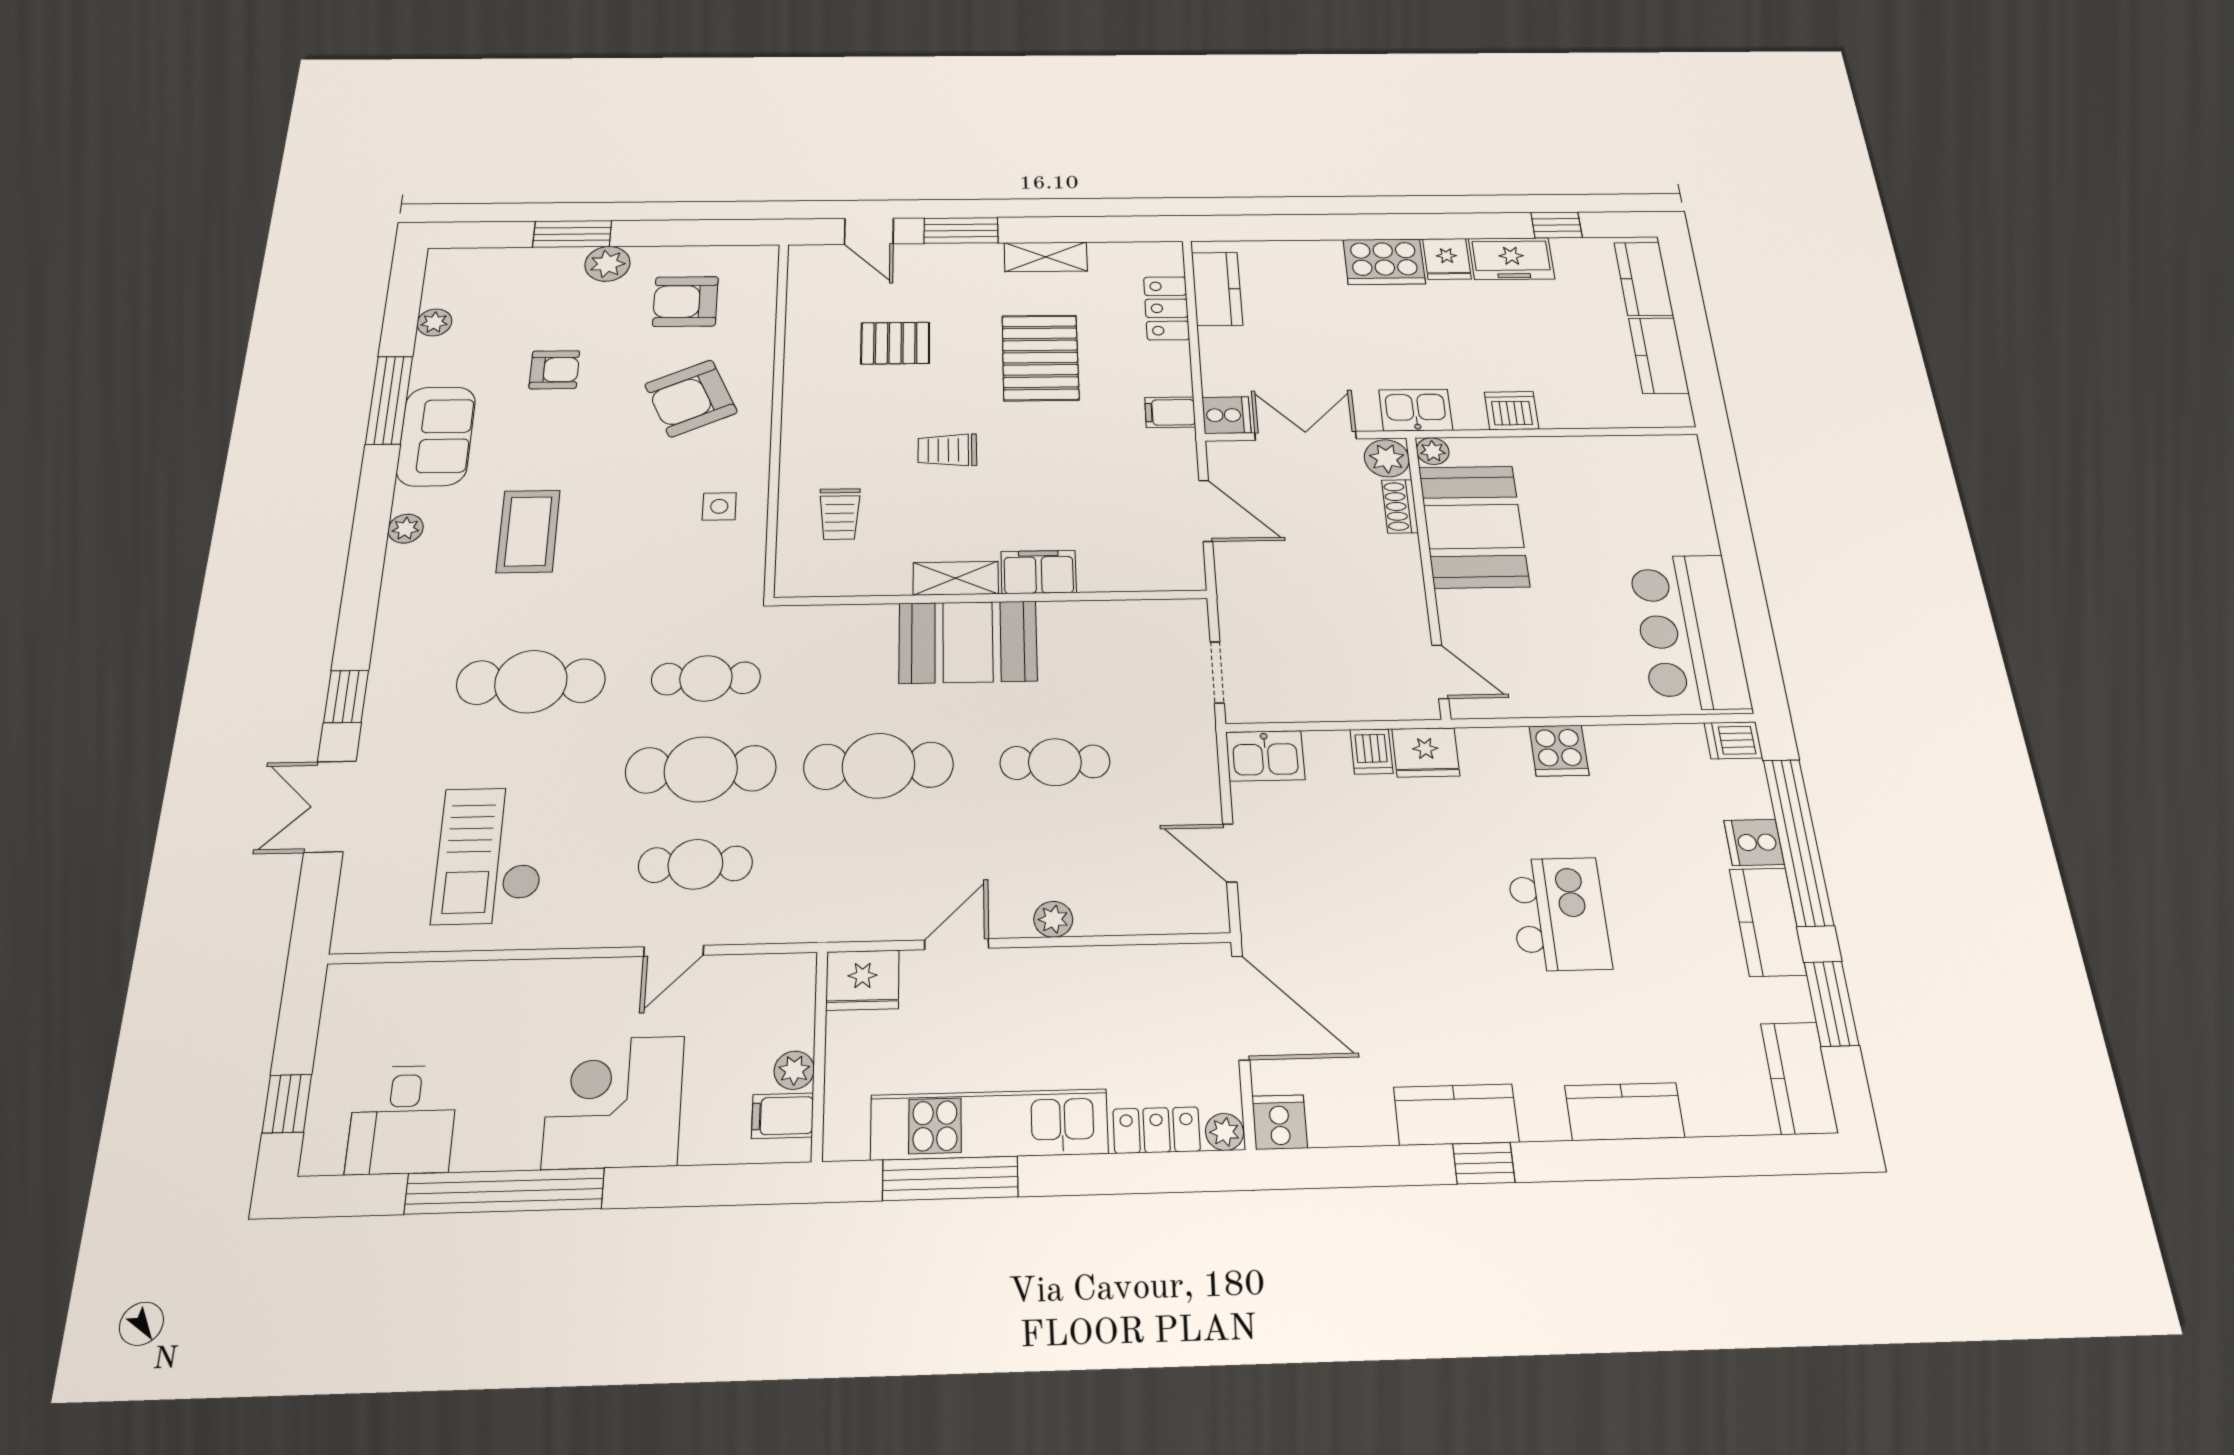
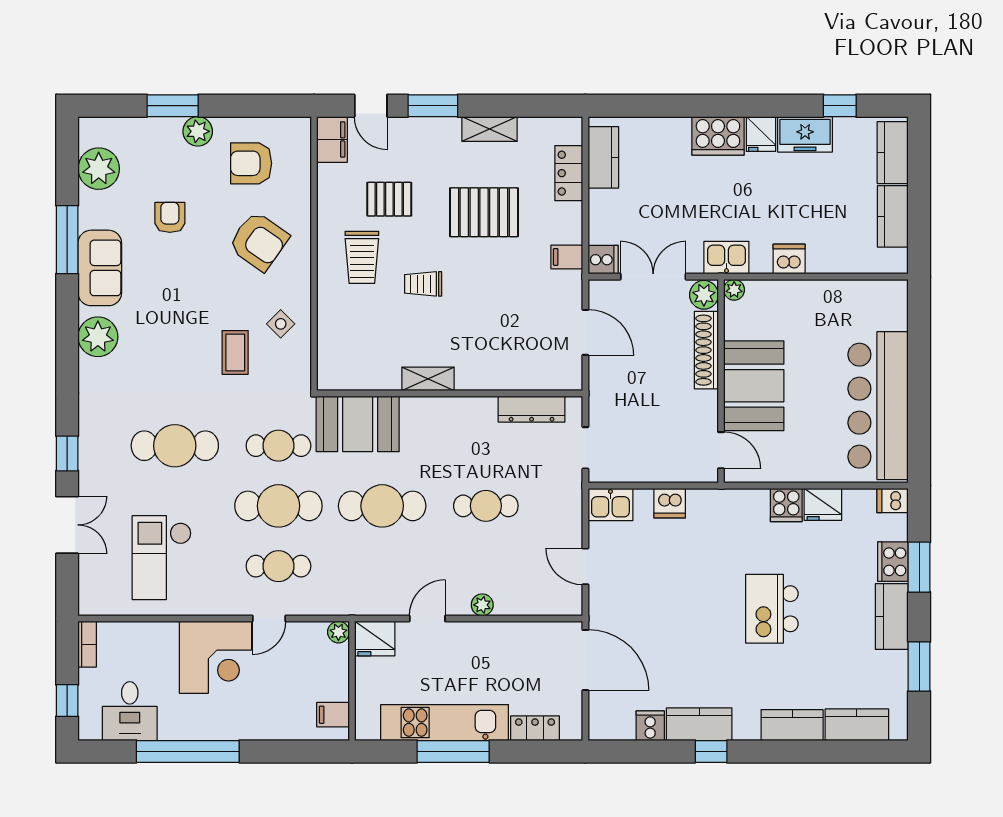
plant: (434, 322) -> (99, 169), width x1.88, depth x1.88
pallet: (1040, 358) -> (484, 212), turned 90
armchair: (554, 370) -> (170, 217), turned -90
armchair: (691, 398) -> (259, 241), turned -121
side table: (719, 506) -> (281, 324), turned 45
shoe rack: (1400, 506) -> (706, 350), width x1.94, depth x1.24
trolley: (840, 514) -> (362, 257), moved, width x1.36, depth x1.39
booth: (1474, 527) -> (754, 386), moved
plant: (406, 529) -> (98, 337), width x1.88, depth x1.88
coffee table: (528, 531) -> (235, 352), moved, width x0.73, depth x0.77
filing cabinet: (1039, 572) -> (332, 139), moved, turned 90
dresser: (1126, 618) -> (532, 409), added
bar counter: (1689, 632) -> (878, 406), width x1.36
booth: (968, 642) -> (358, 424), moved
dishwasher: (1371, 752) -> (670, 503), width x1.38
fridge: (1426, 752) -> (823, 504), moved
double door: (330, 806) -> (67, 525), swing flipped
cooker: (1754, 842) -> (893, 562), width x1.36
window: (1798, 842) -> (919, 567), width x0.47
kitchen island: (1559, 914) -> (772, 609), turned 180
bookcase: (338, 1003) -> (87, 644), added
plant: (794, 1070) -> (338, 632), moved
kitchen counter: (1799, 1078) -> (857, 725), moved, turned 90
corner desk: (614, 1102) -> (216, 657), moved, turned 180
cooker: (1280, 1122) -> (650, 726), moved
plant: (1225, 1132) -> (572, 730), removed
window: (950, 1178) -> (453, 751), moved

